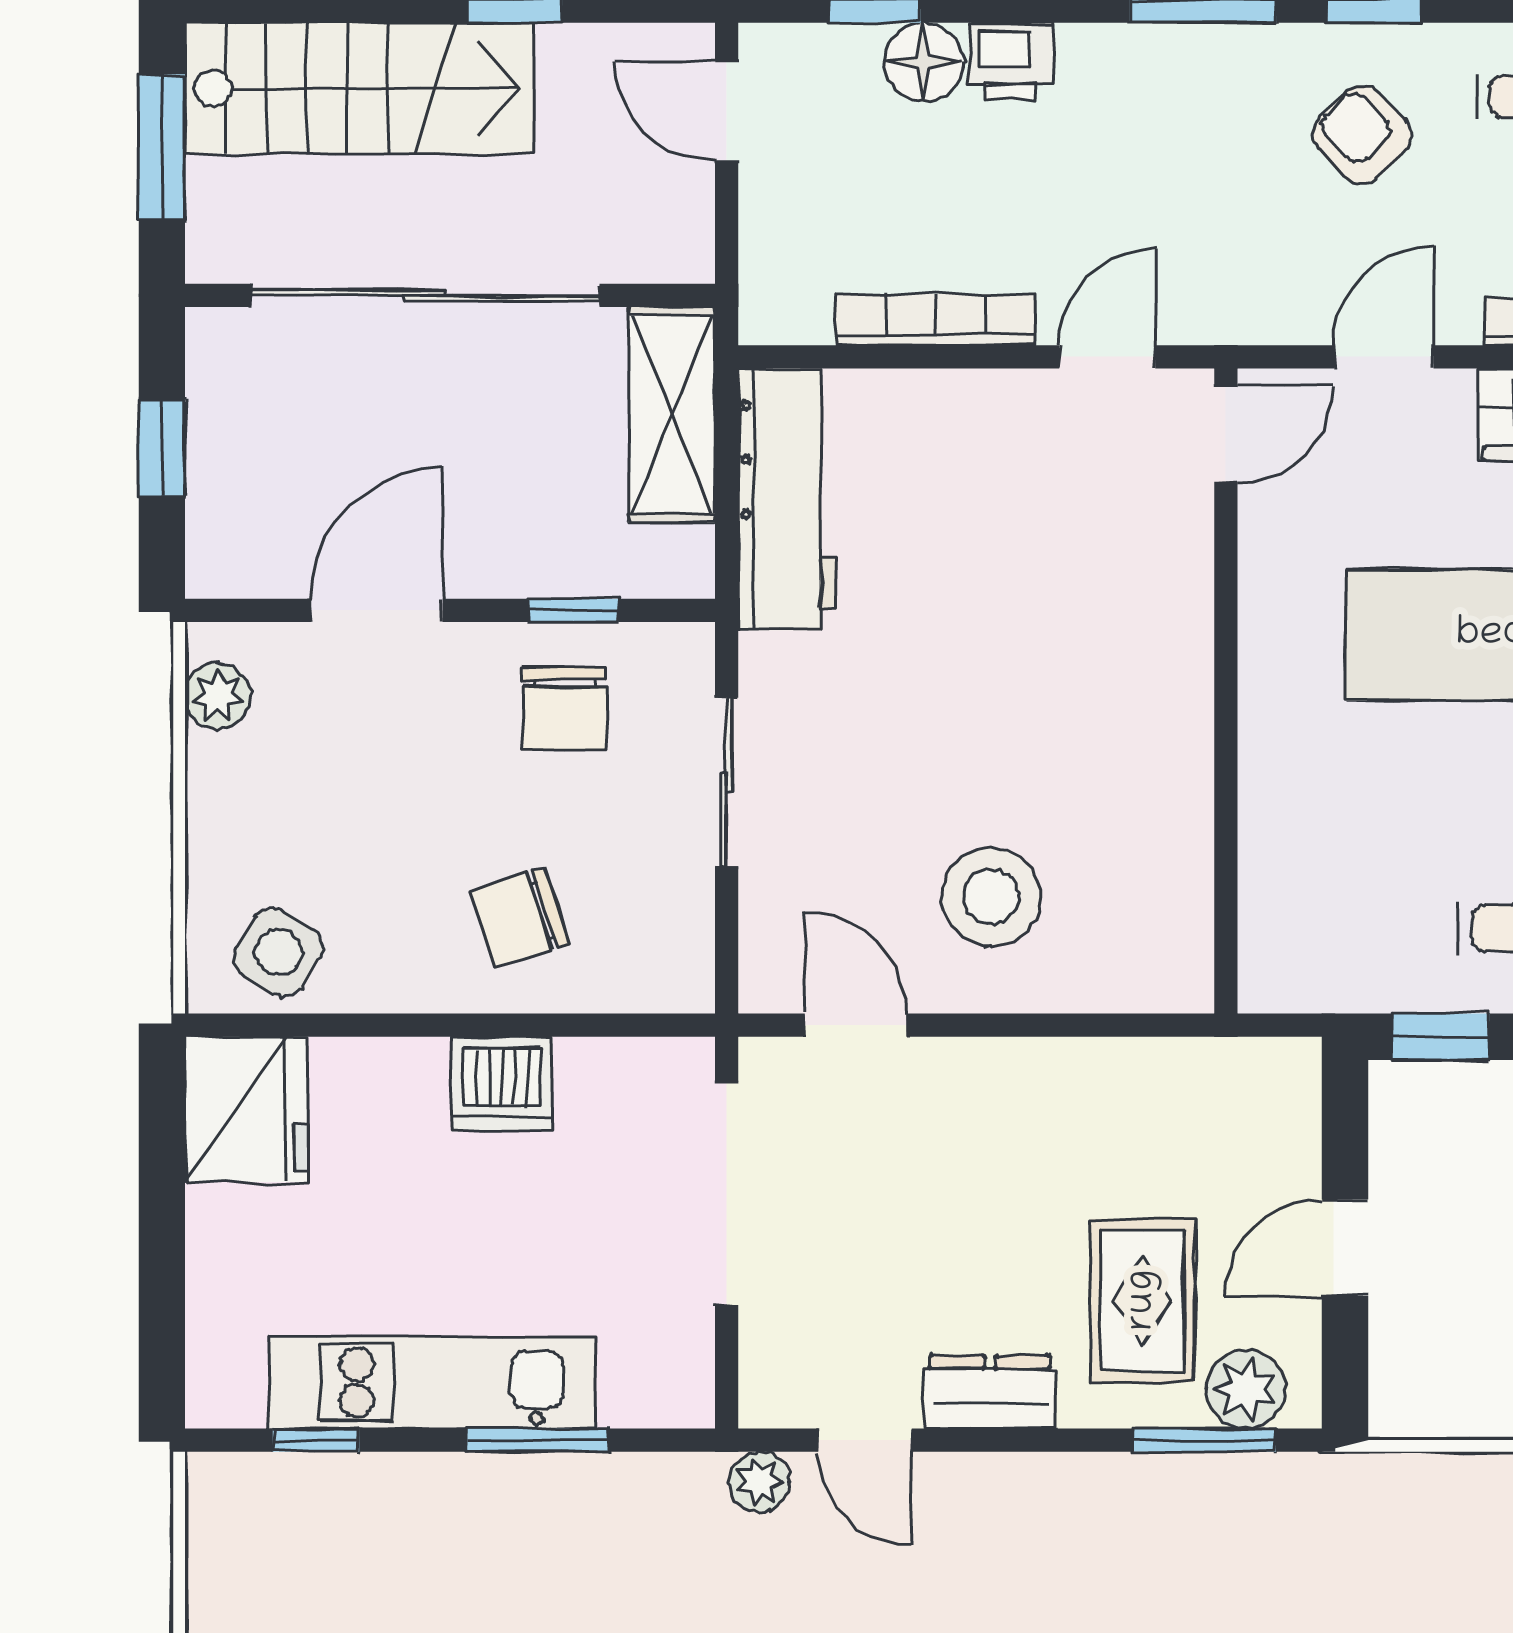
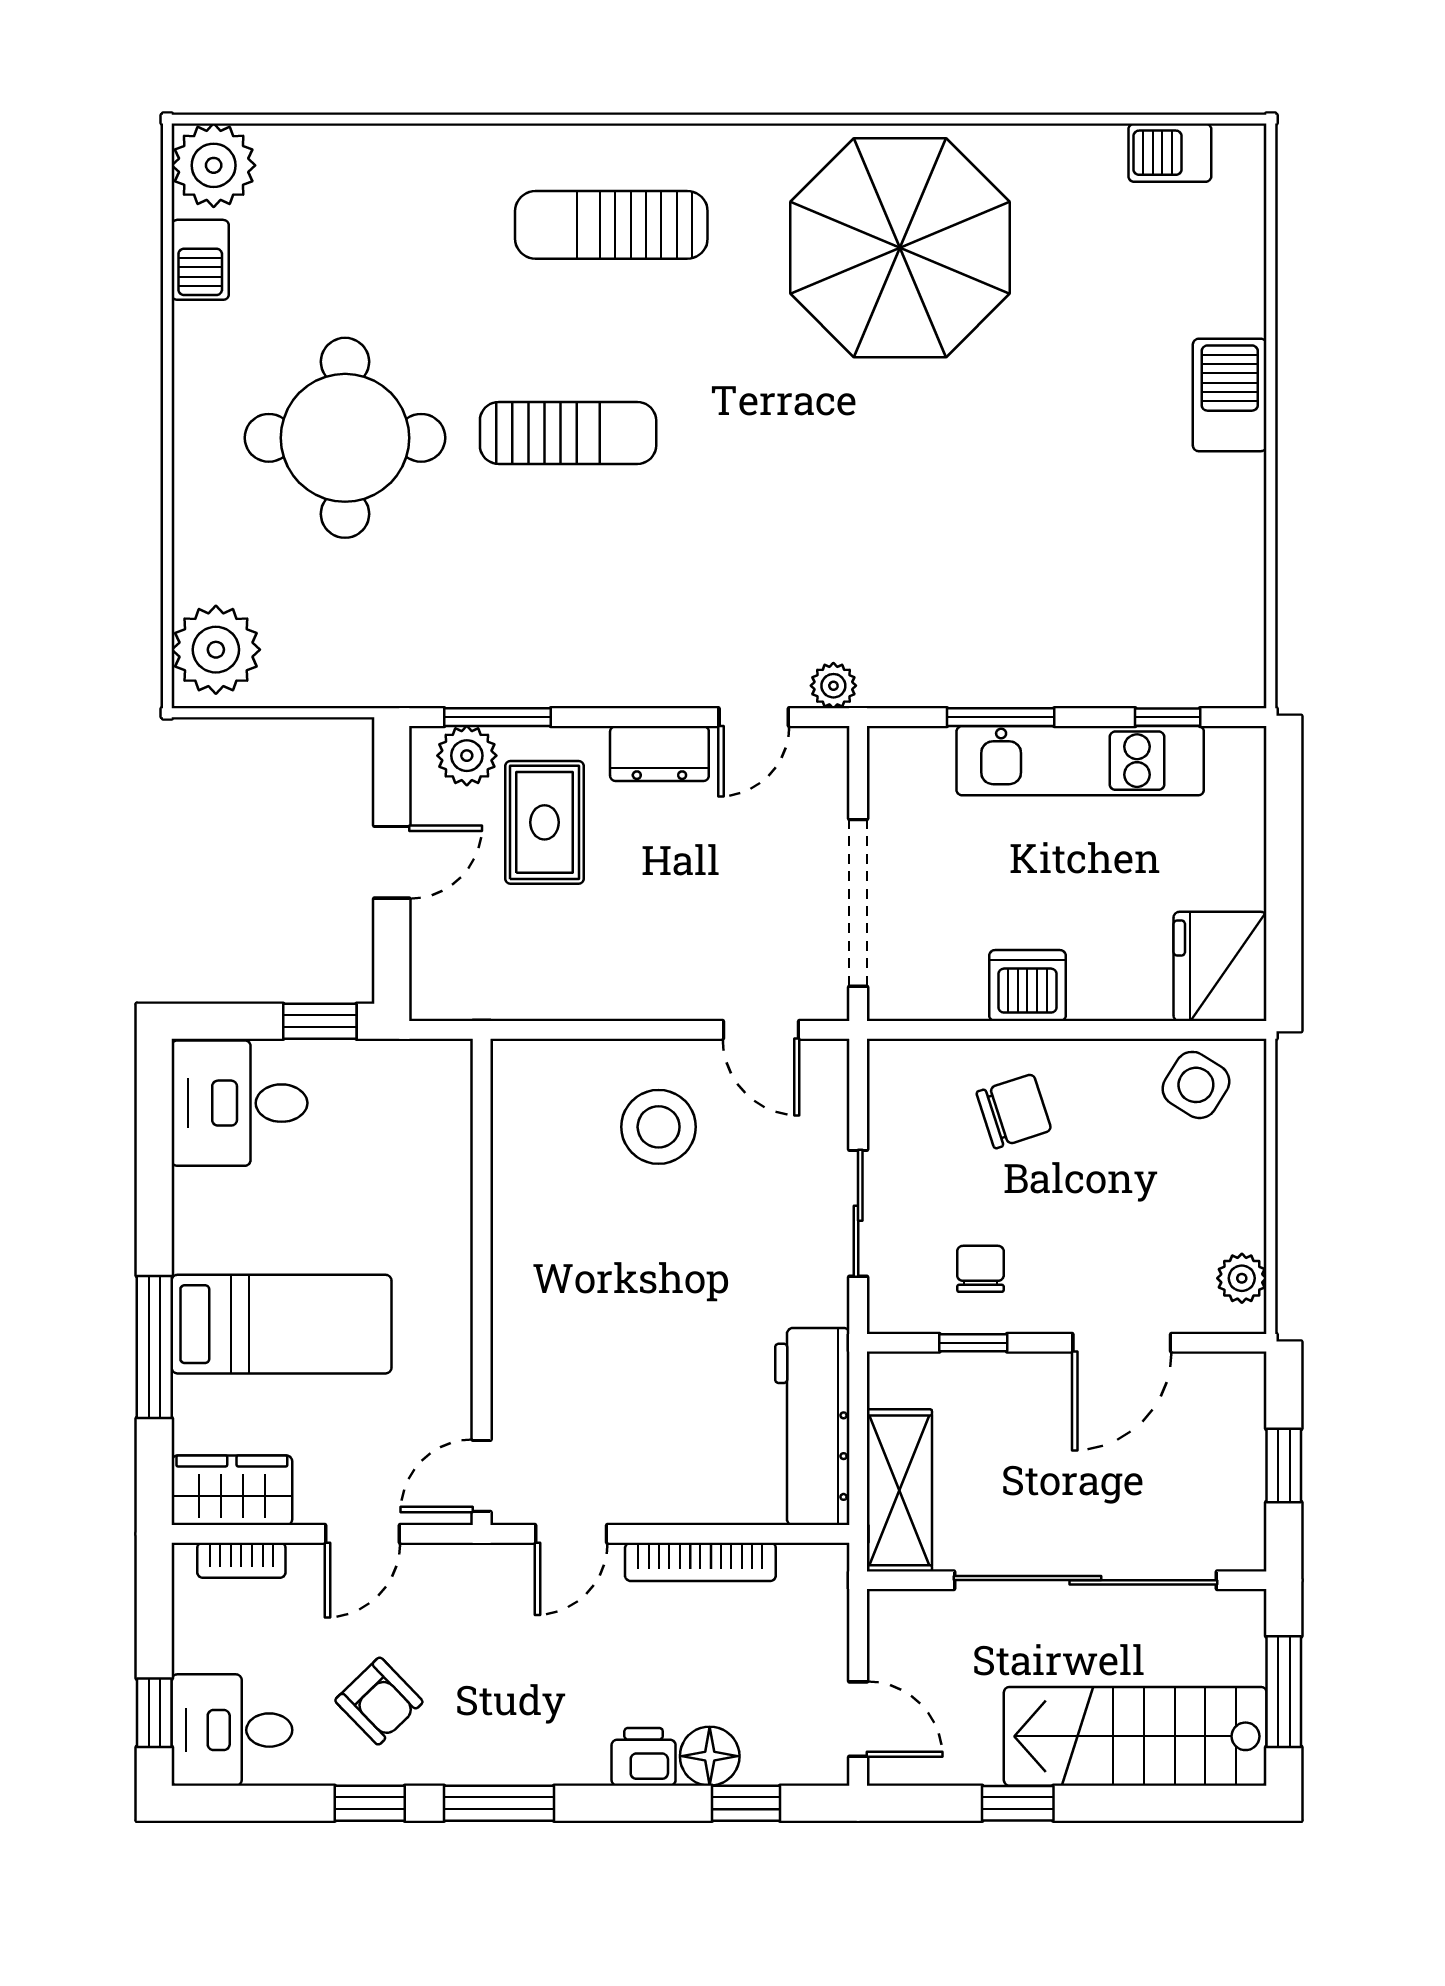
chair: (564, 708) -> (980, 1269), width x0.73, depth x0.73
door: (865, 1440) -> (754, 717), swing flipped

